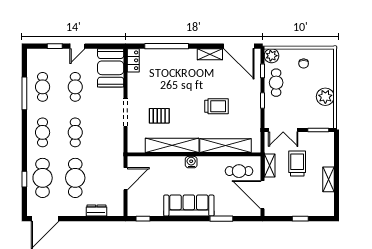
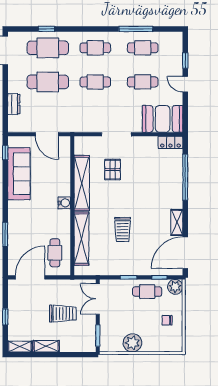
shelving: (270, 166) -> (20, 347), moved
sofa: (189, 206) -> (19, 174), moved

